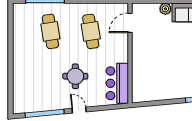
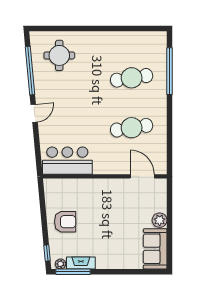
round table: (75, 76) -> (59, 55), moved
armchair: (167, 85) -> (65, 222), added

